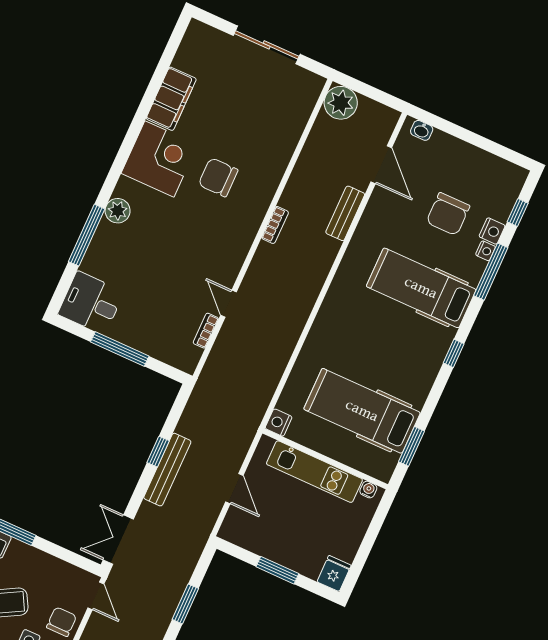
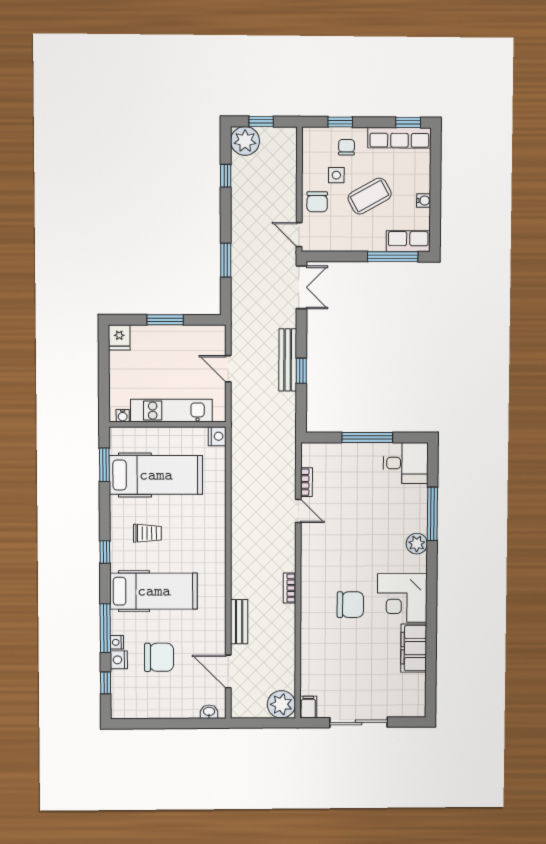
filing cabinet: (313, 87) -> (308, 707), added
chair: (448, 214) -> (159, 657), turned 90
trolley: (399, 353) -> (147, 533), added

